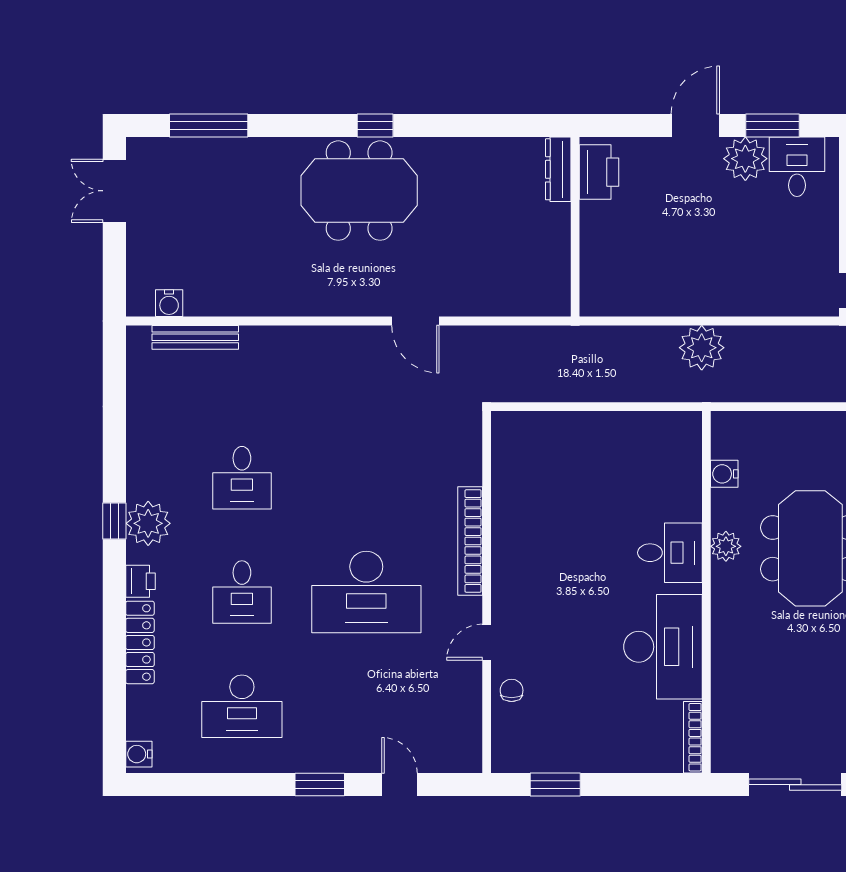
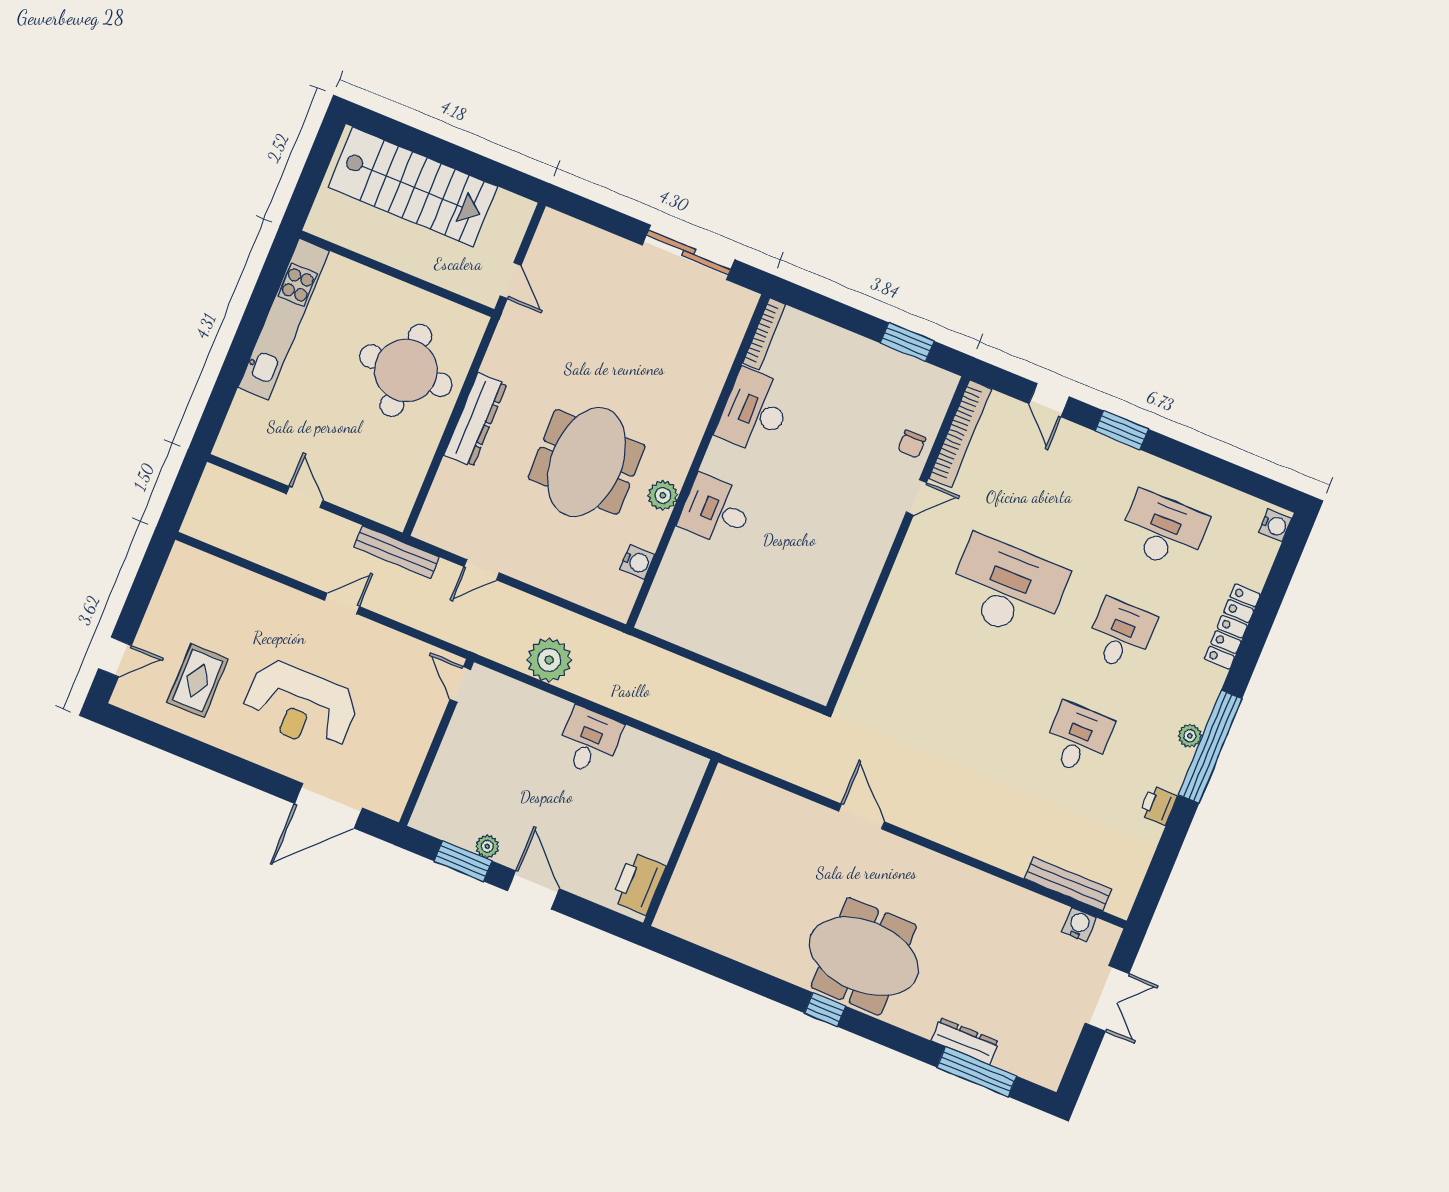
door: (695, 126) -> (533, 890), swing flipped
plant: (745, 159) -> (487, 846), width x0.53, depth x0.53
desk: (797, 167) -> (589, 741), moved, turned 180
dresser: (558, 169) -> (965, 1041), moved, turned -90
double door: (114, 191) -> (1107, 998), moved
plant: (702, 348) -> (549, 660), moved
window: (114, 521) -> (1210, 747), width x3.17
plant: (148, 523) -> (1190, 736), width x0.53, depth x0.53
bookcase: (470, 541) -> (960, 434), moved
printer: (141, 581) -> (1158, 805), moved
desk: (663, 647) -> (755, 411), width x0.73, depth x0.77

